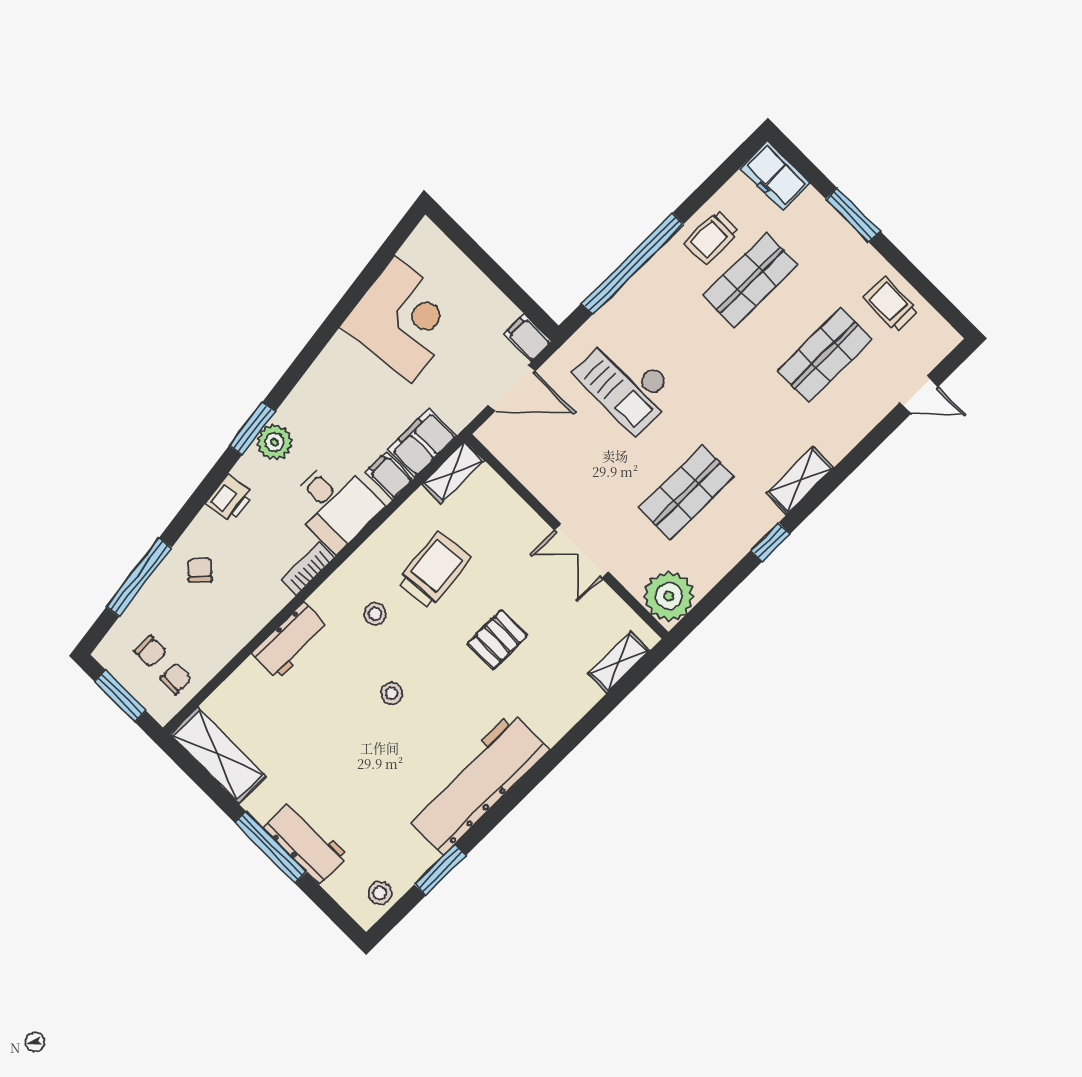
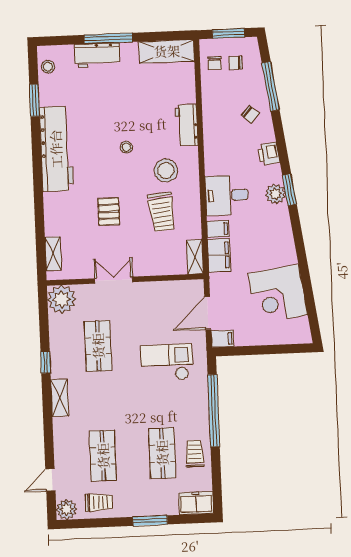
plant: (938, 338) -> (66, 509), added
bookcase: (308, 569) -> (210, 160), removed
stool: (375, 614) -> (166, 170), width x1.89, depth x1.89

